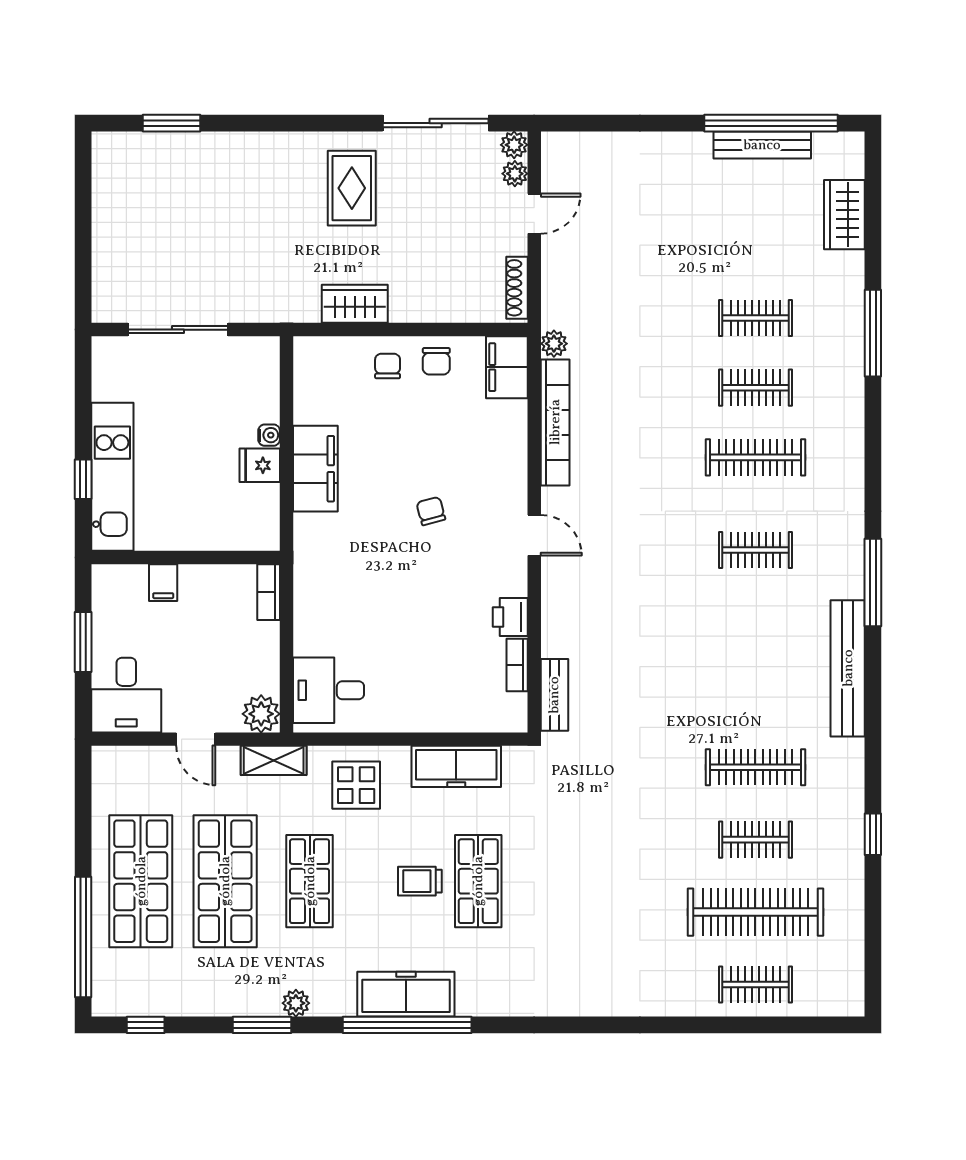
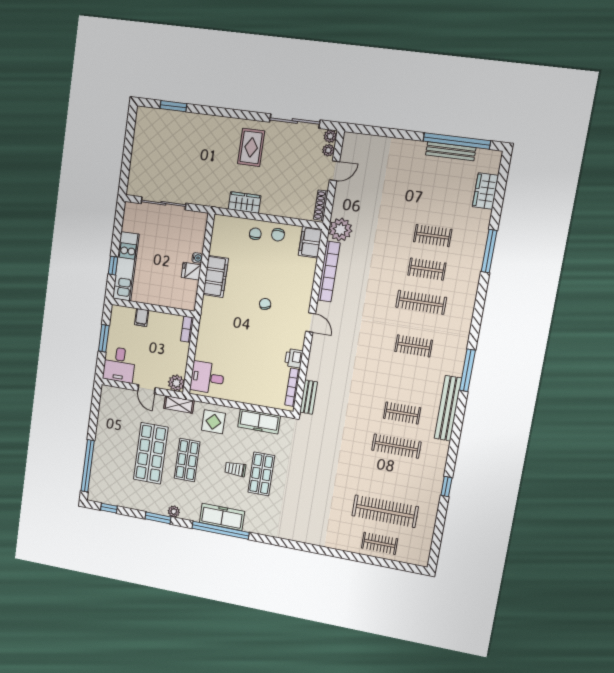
plant: (554, 344) -> (340, 230), width x1.88, depth x1.88
bookcase: (517, 665) -> (293, 387), width x1.56
clothes rail: (755, 840) -> (402, 413), moved
shop shelf: (141, 881) -> (115, 447), removed

